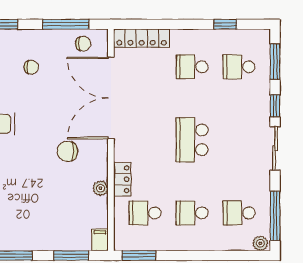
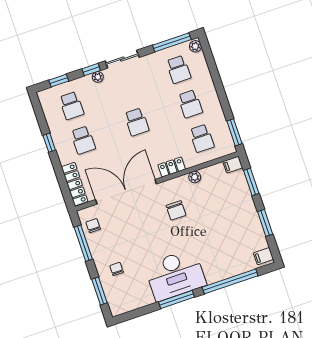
window: (225, 24) -> (49, 143), moved
window: (275, 62) -> (59, 81), width x0.67
chair: (31, 67) -> (117, 269), moved
double door: (111, 98) -> (126, 192), swing flipped
plant: (263, 111) -> (98, 77), added
school desk: (192, 140) -> (137, 122), width x0.54
locker: (122, 179) -> (172, 167), moved

